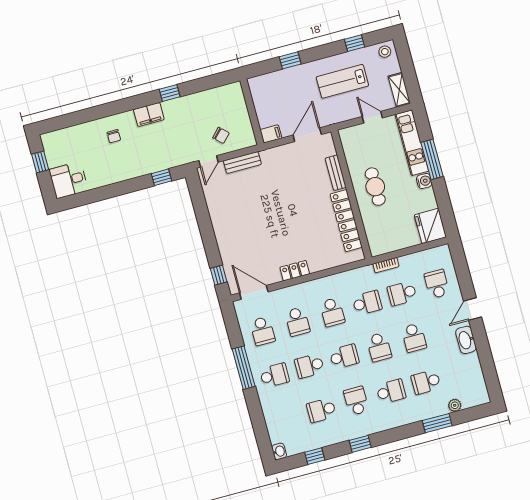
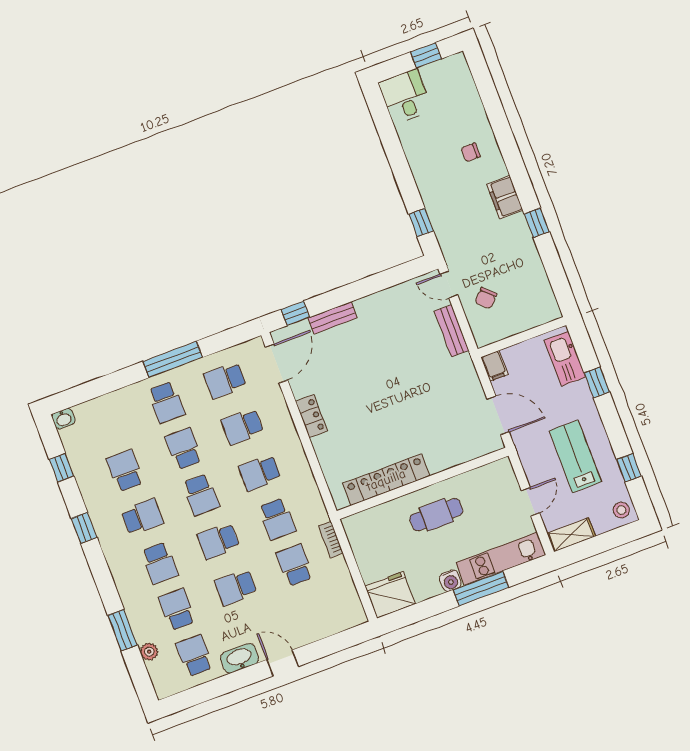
kitchen sink: (271, 82) -> (565, 359), added
bench: (336, 173) -> (333, 318), moved
school desk: (437, 284) -> (194, 656), moved, turned -90

